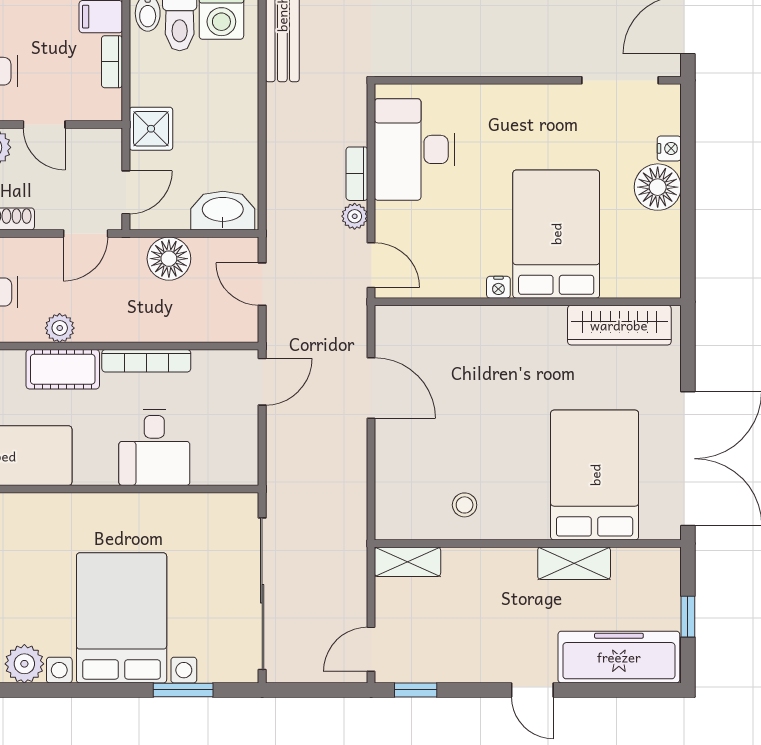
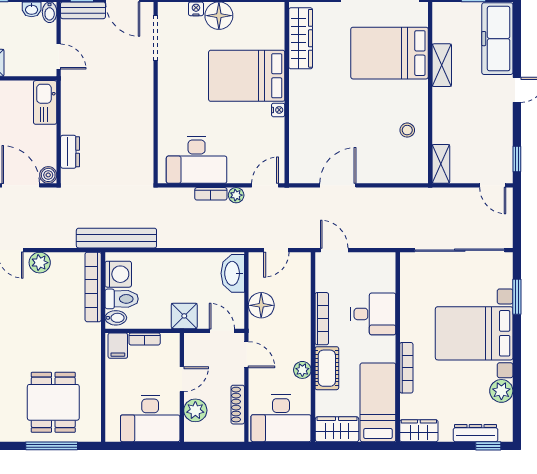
bookcase: (63, 503) -> (406, 368), added

